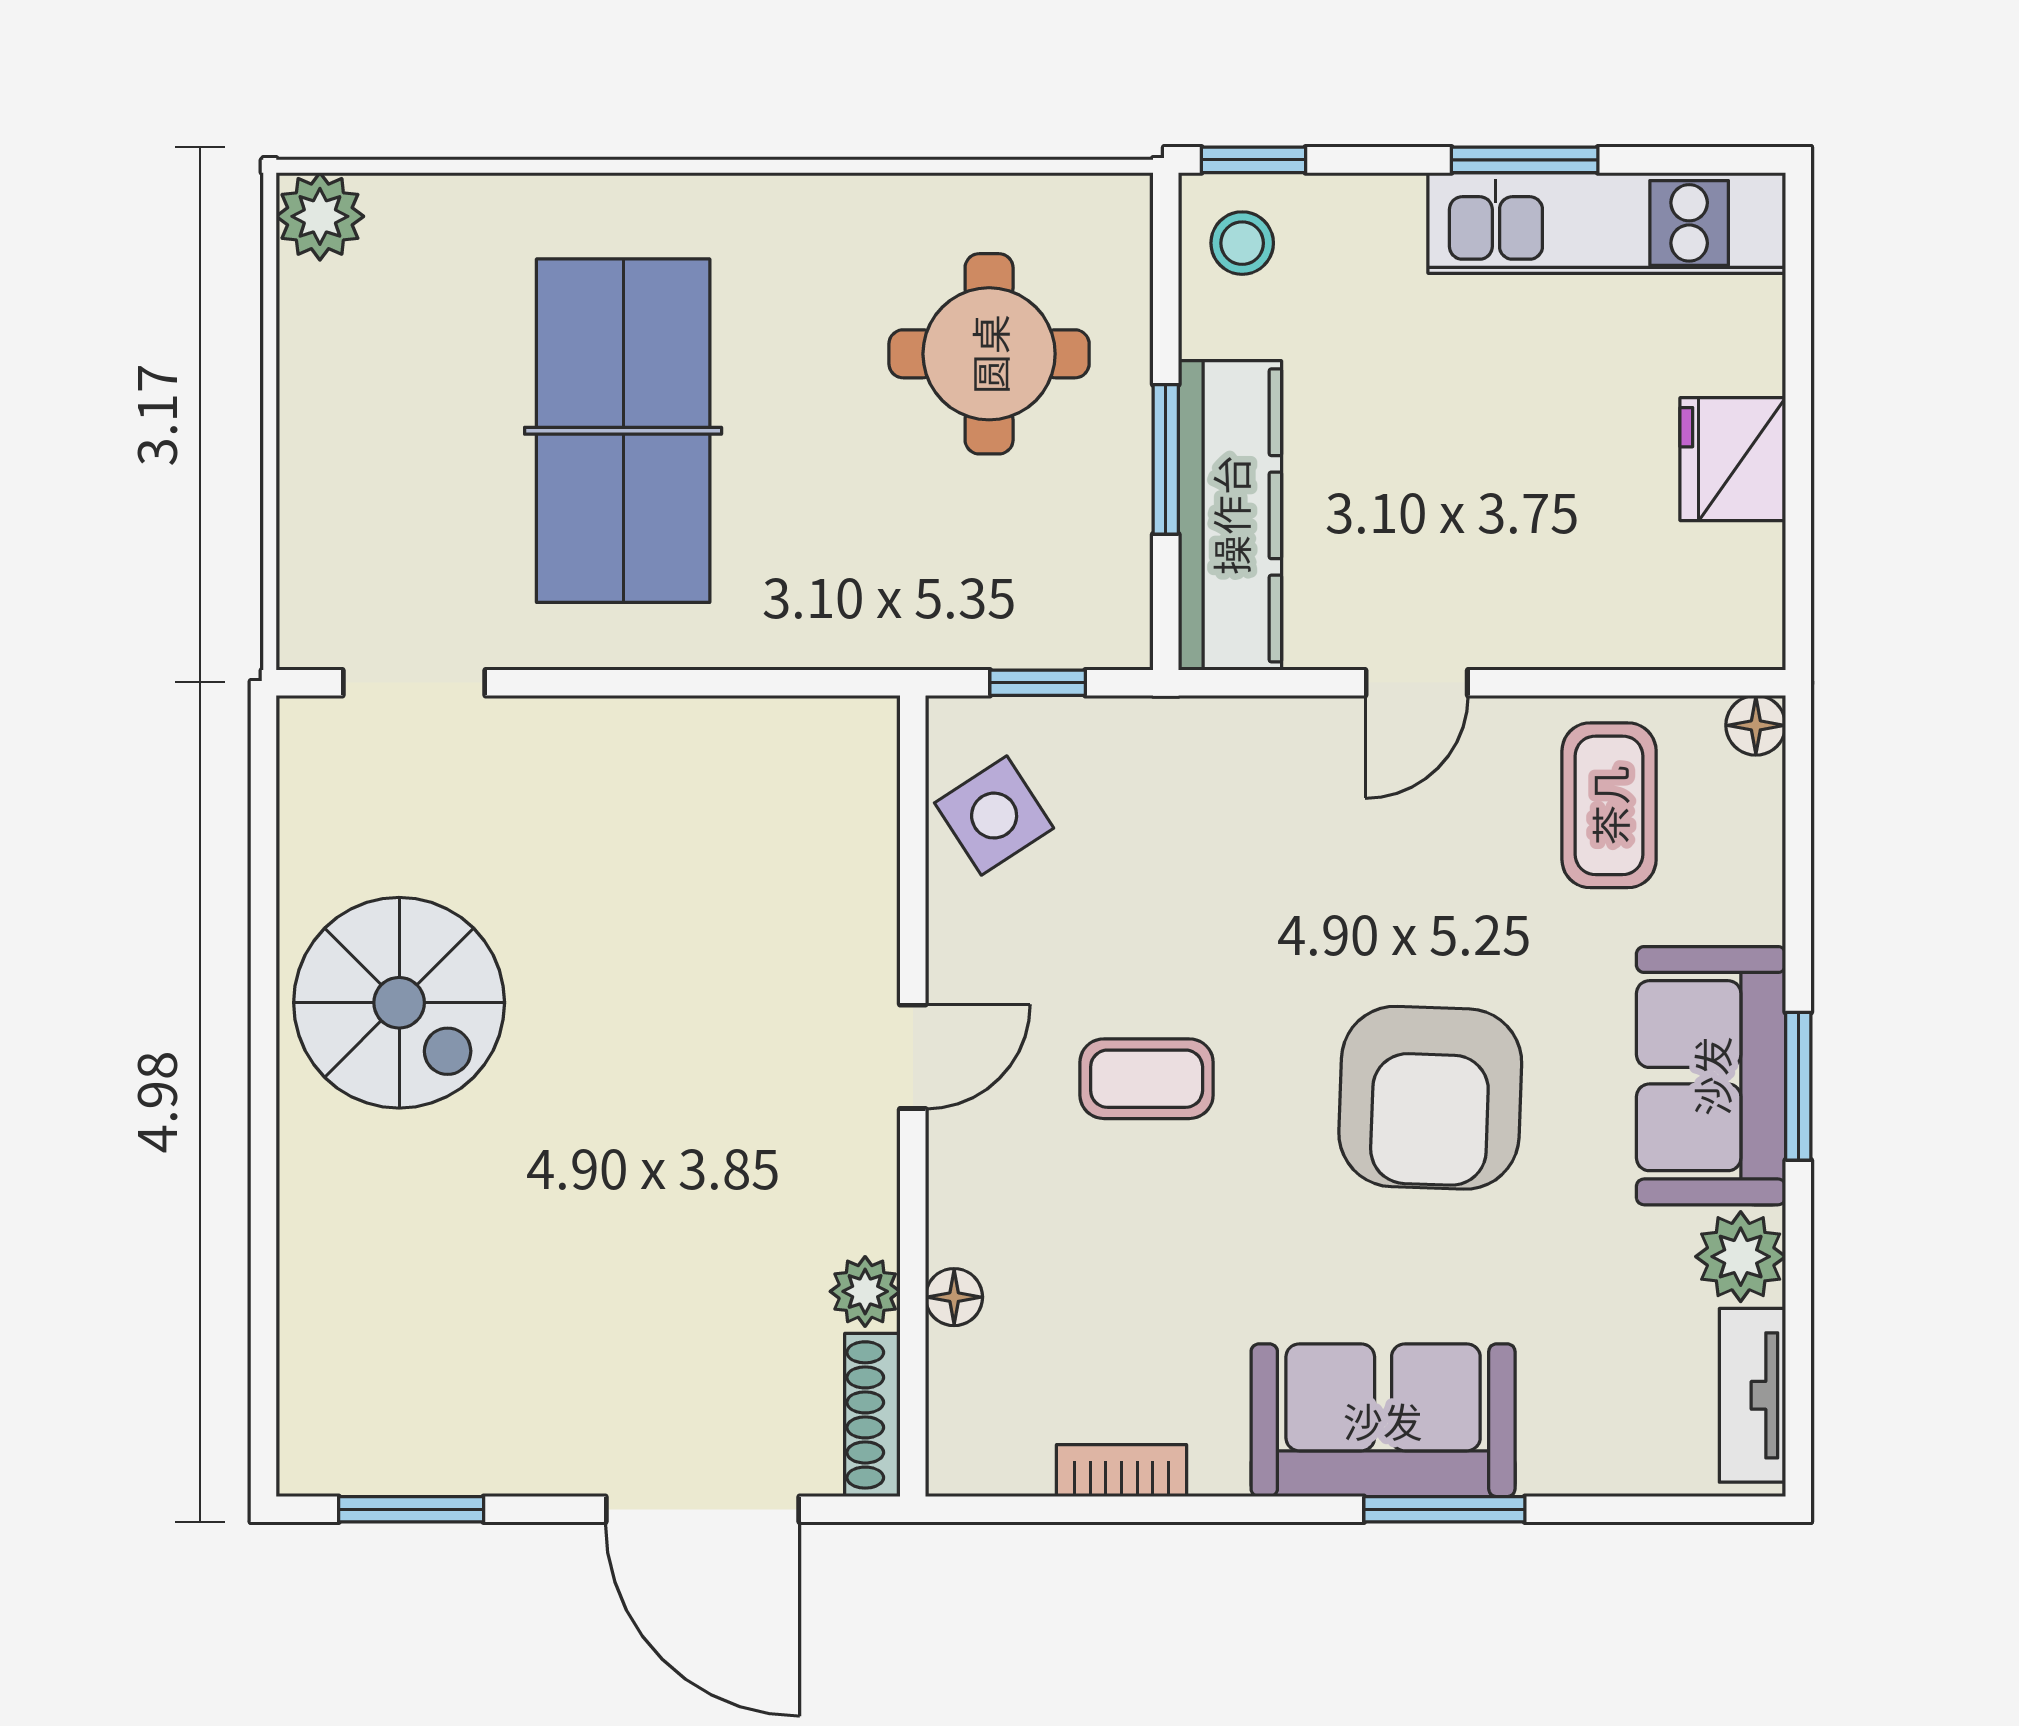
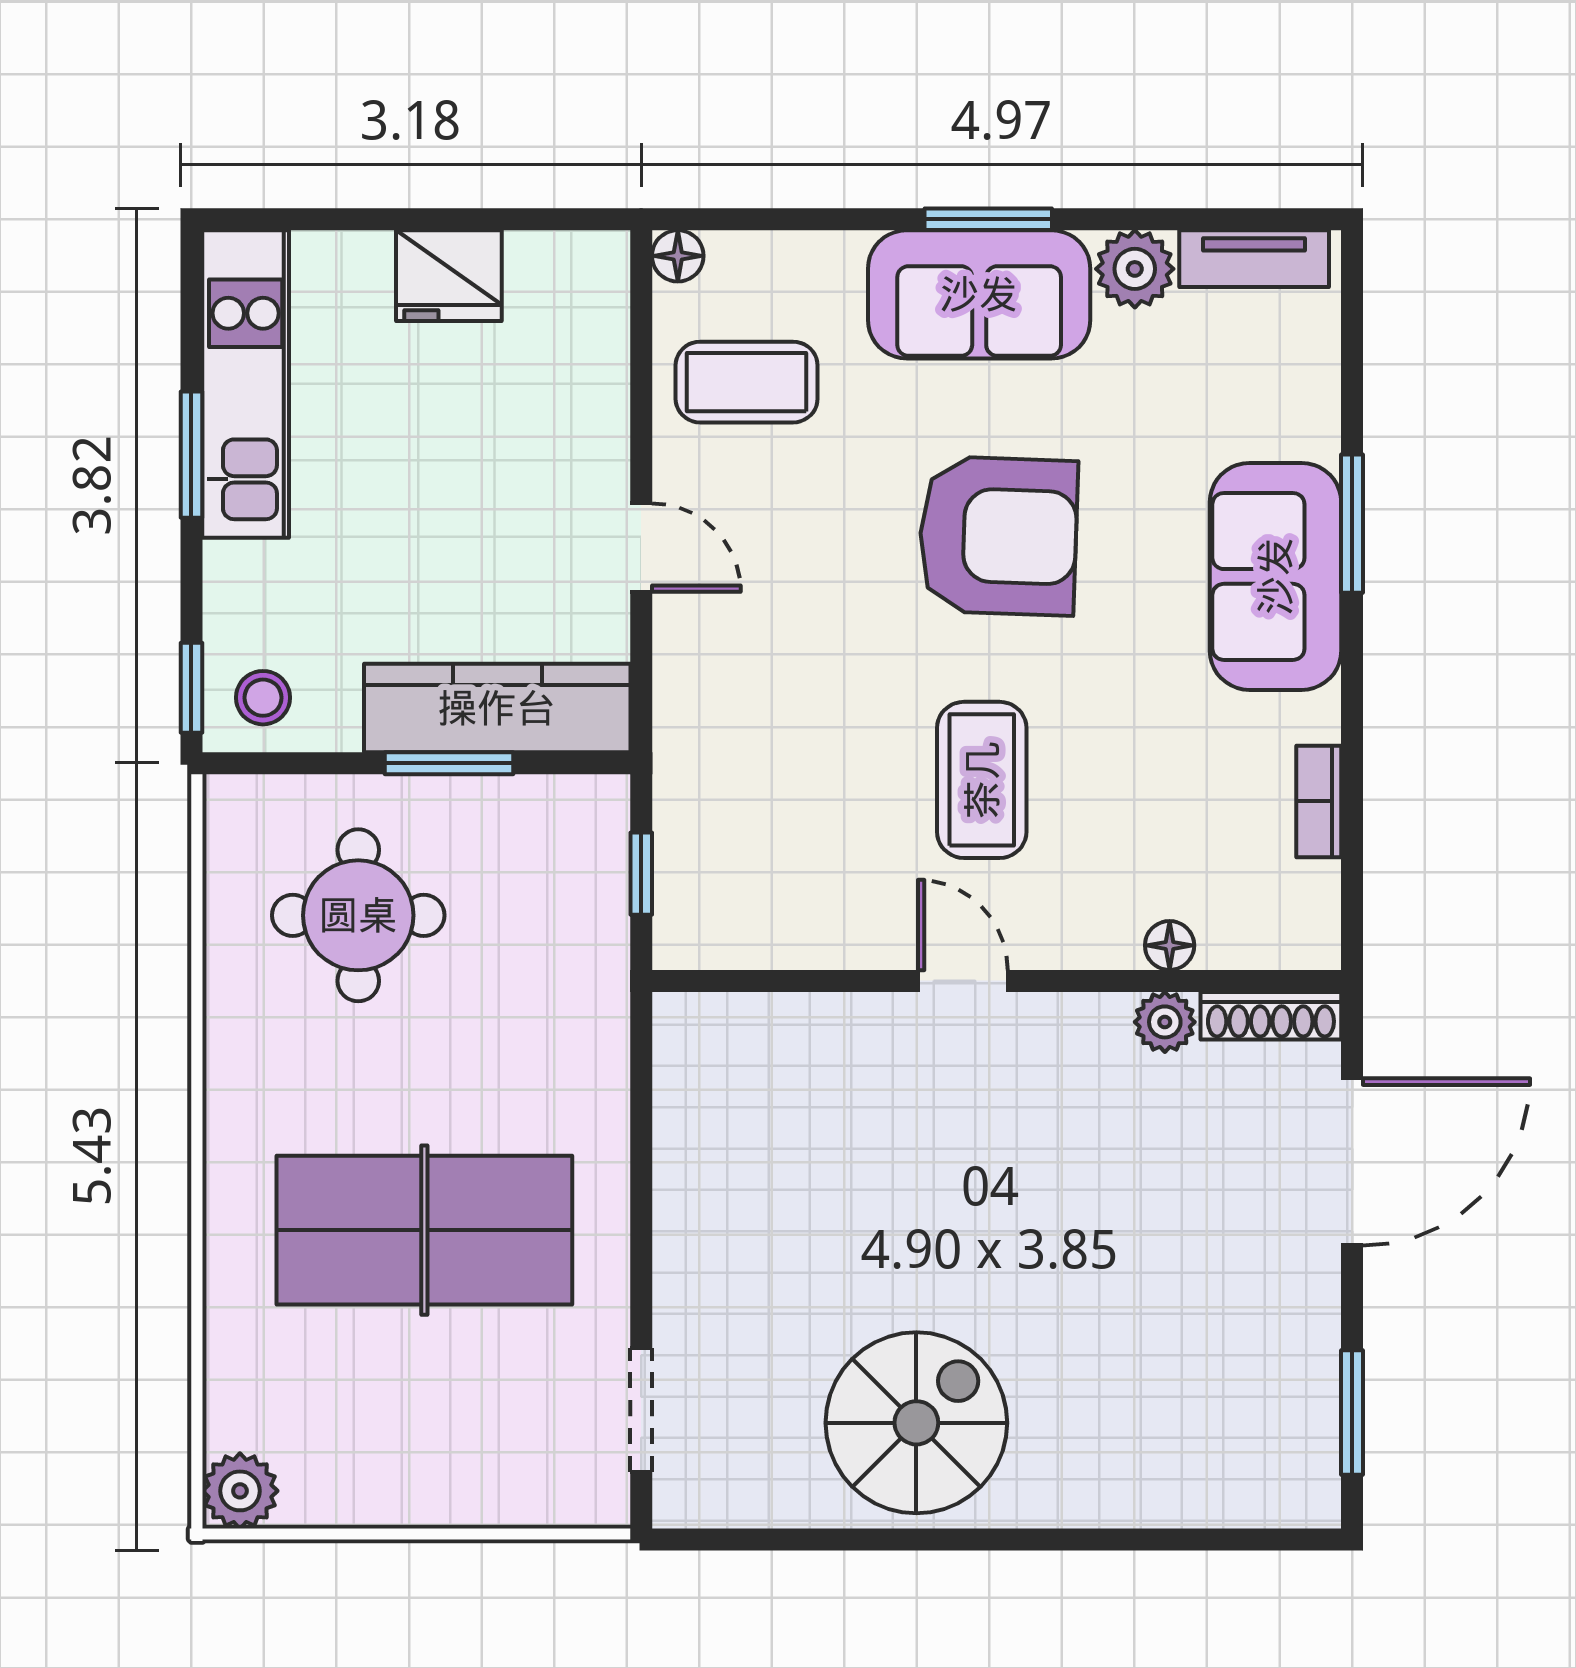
side table: (994, 816) -> (755, 911), removed
coffee table: (1147, 1079) -> (982, 780), width x1.36, depth x1.30

